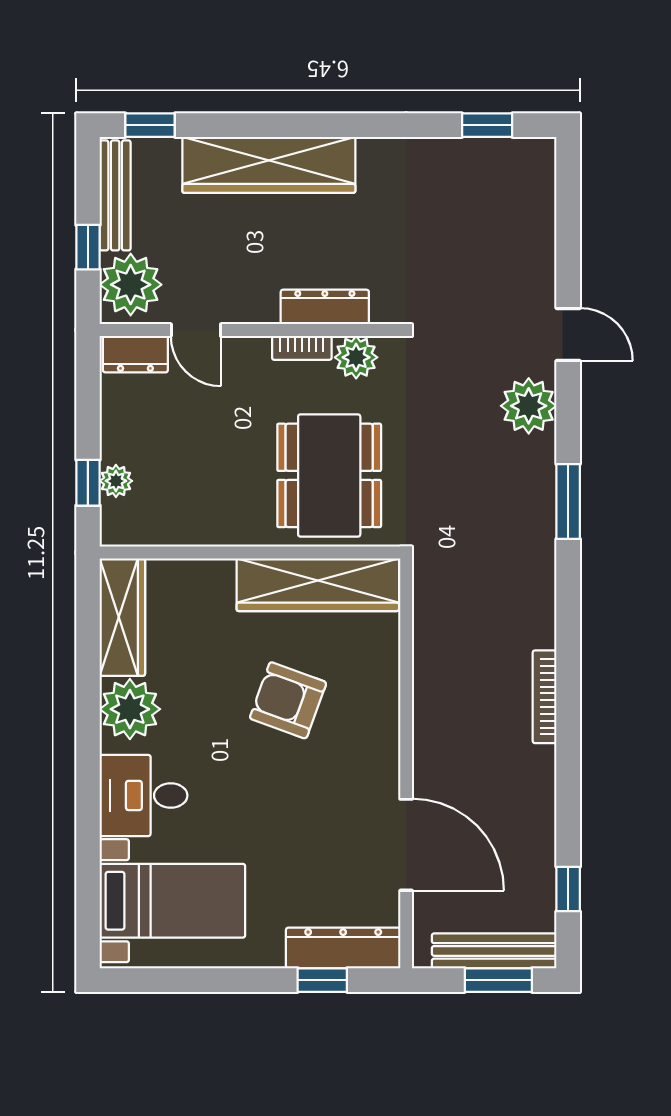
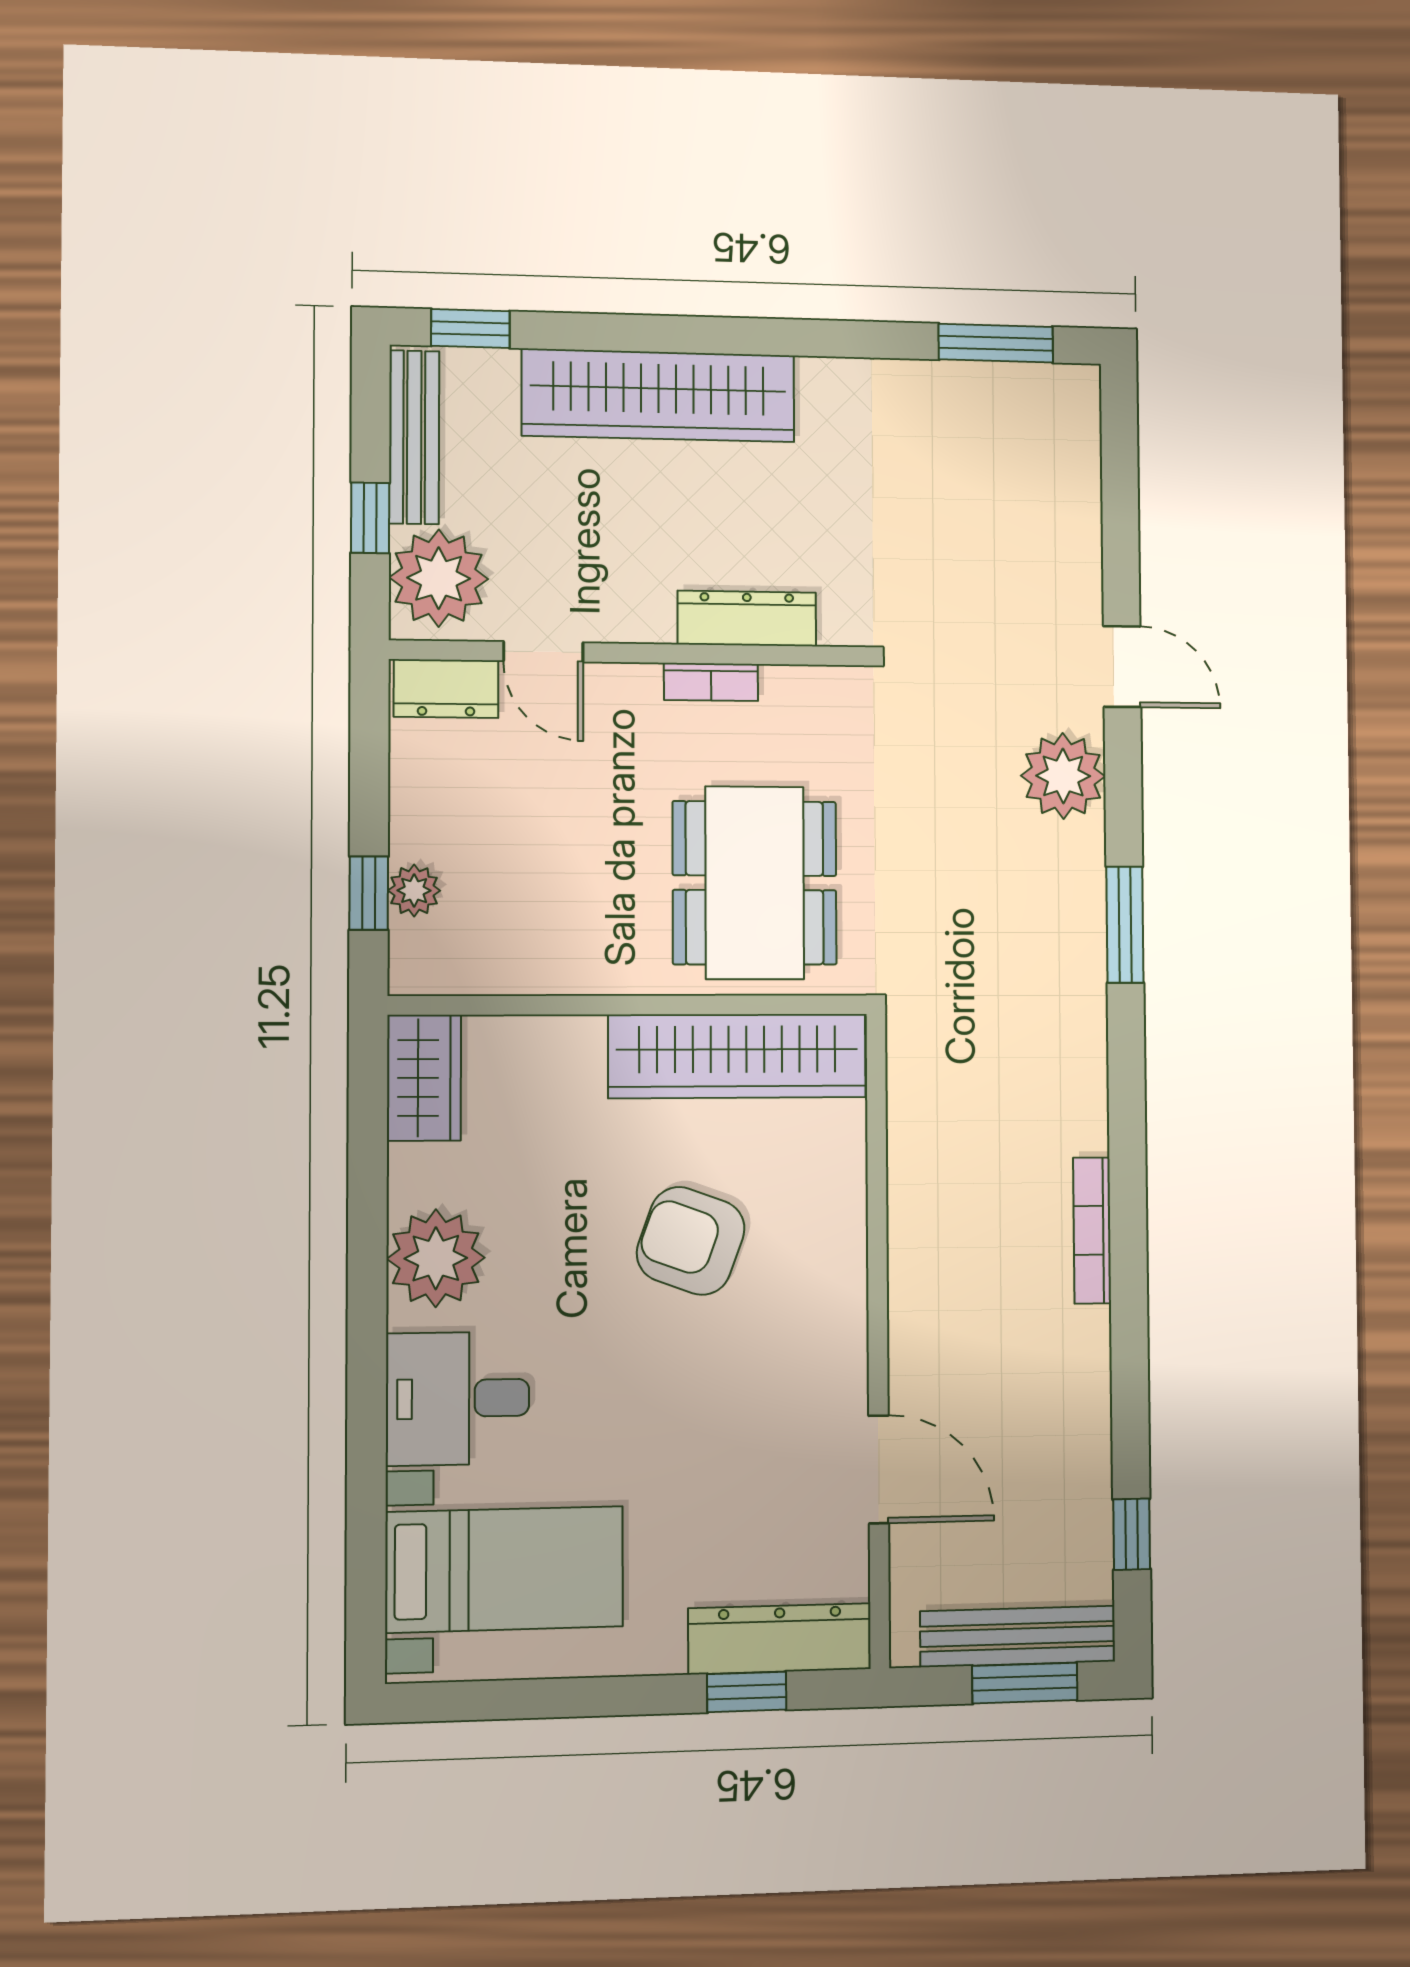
window: (487, 125) -> (996, 343), width x1.50
plant: (356, 357) -> (796, 698), removed
wardrobe: (122, 617) -> (424, 1078), width x0.67
door: (406, 845) -> (879, 1469), width x0.73

